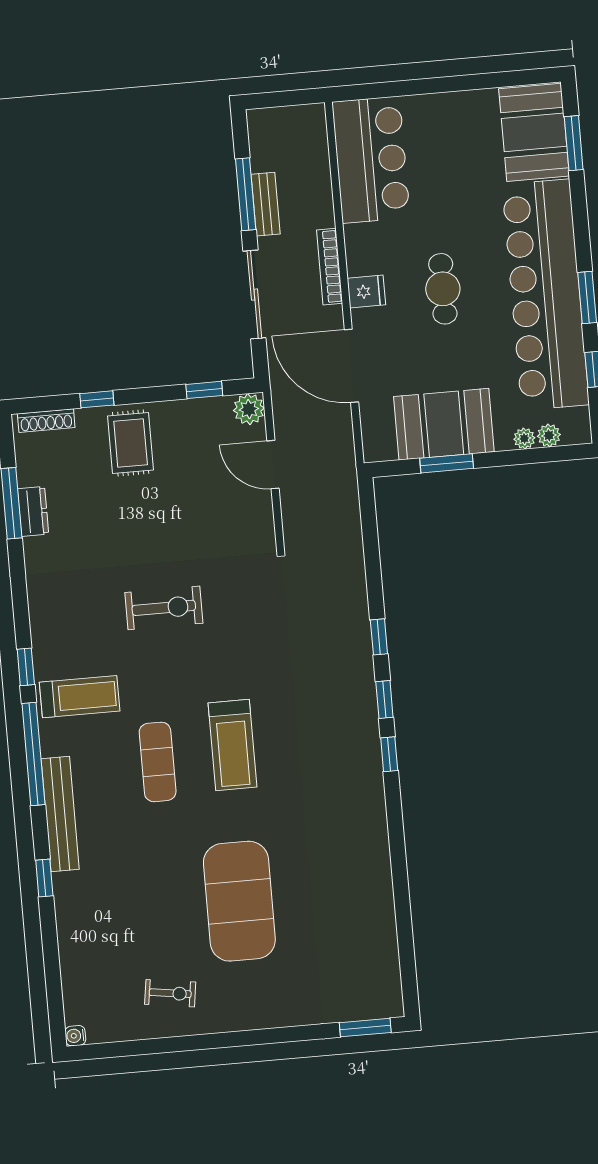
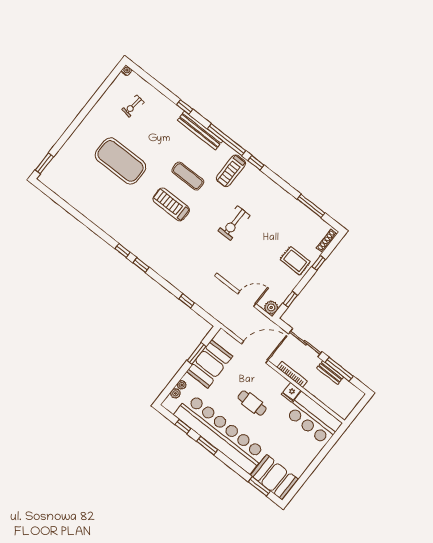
fridge: (366, 292) -> (291, 392), moved
dresser: (33, 511) -> (302, 210), removed
window: (379, 637) -> (187, 301), moved
exercise bike: (170, 993) -> (133, 106), moved

